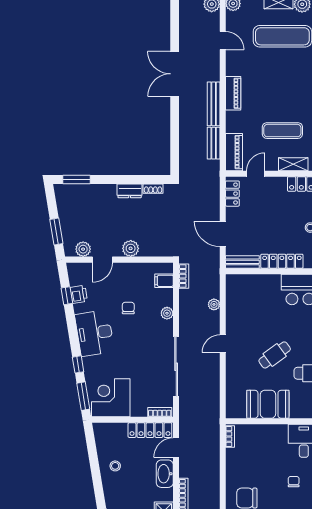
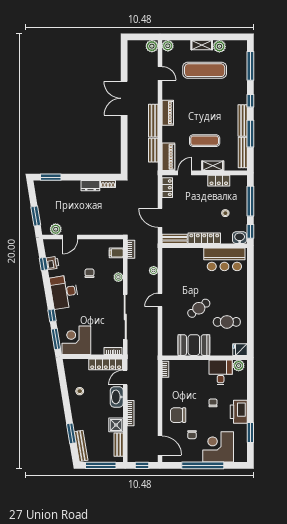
plant: (131, 248) -> (91, 229), removed

